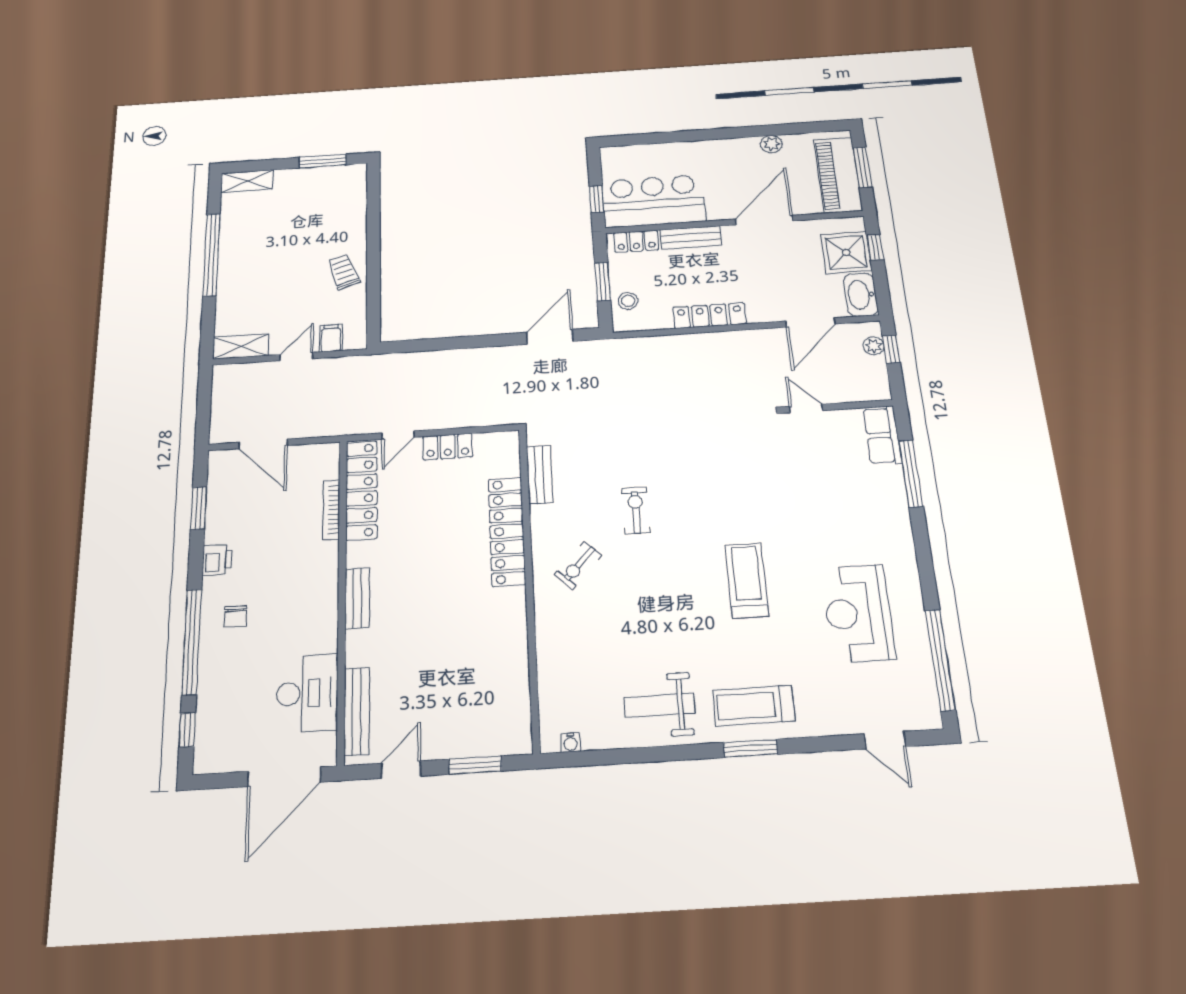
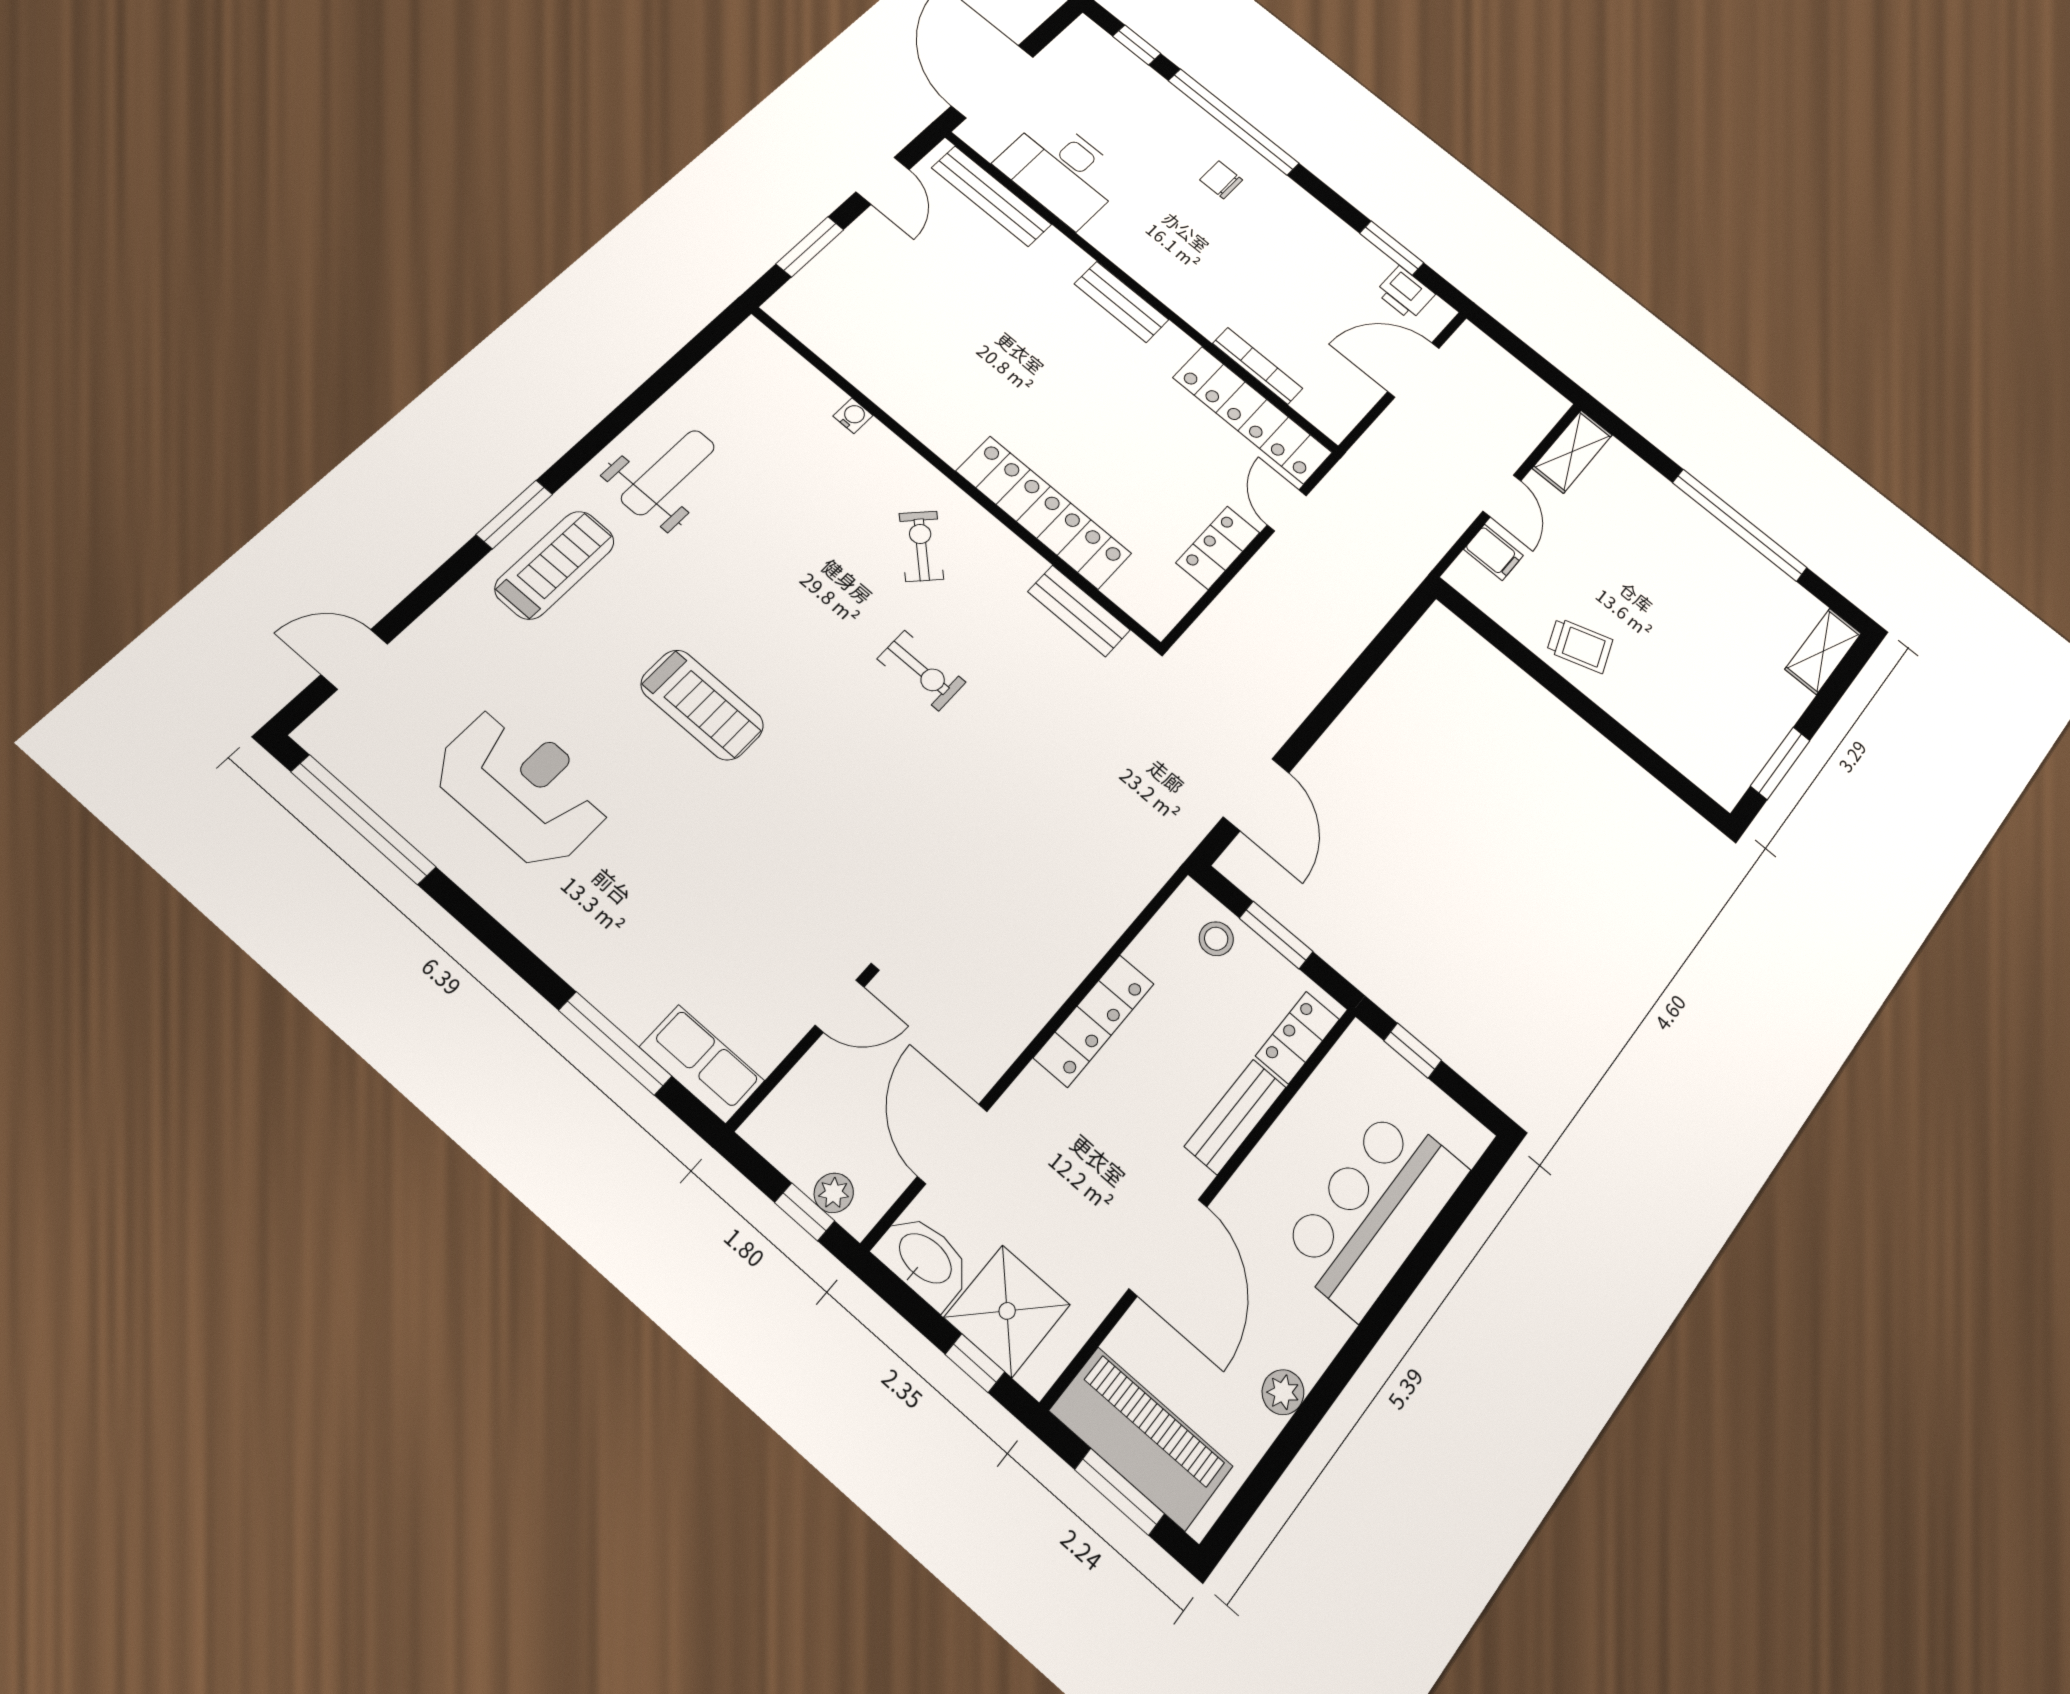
bar counter: (654, 201) -> (1374, 1211), moved, turned 180
printer: (217, 560) -> (1405, 293), moved
water cooler: (571, 743) -> (853, 416), moved, turned 90

